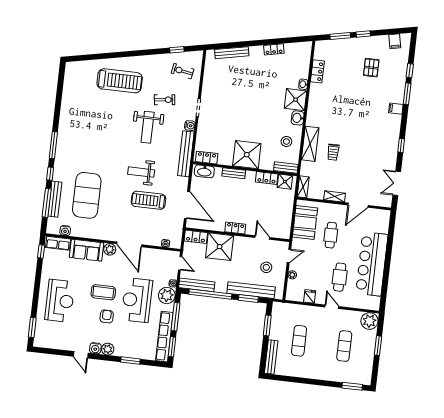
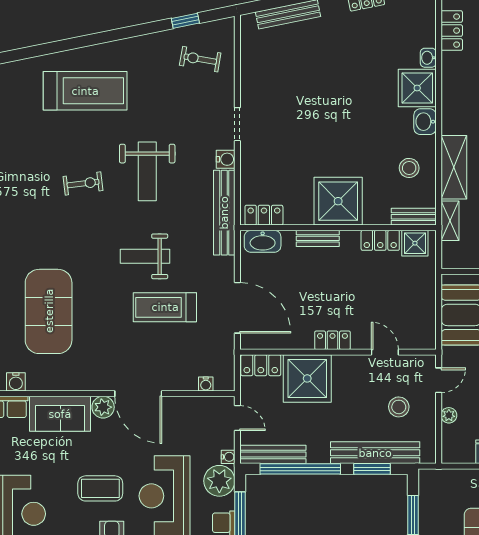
exercise bike: (165, 100) -> (83, 183), moved
shelving: (303, 187) -> (450, 221), moved

